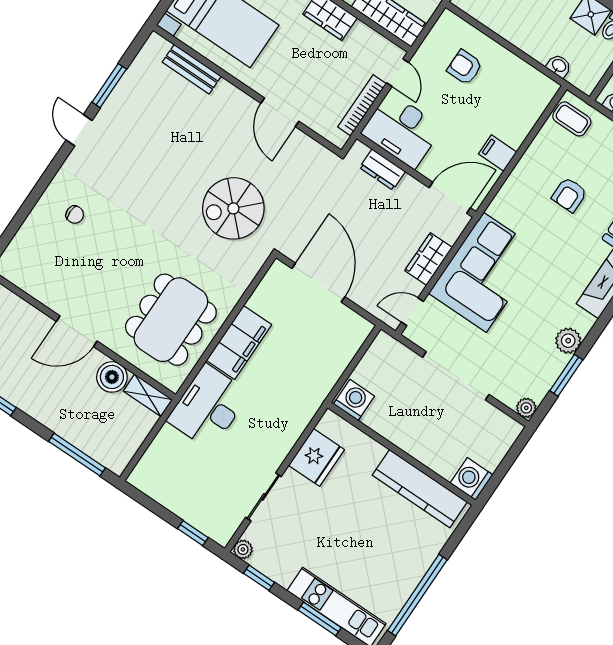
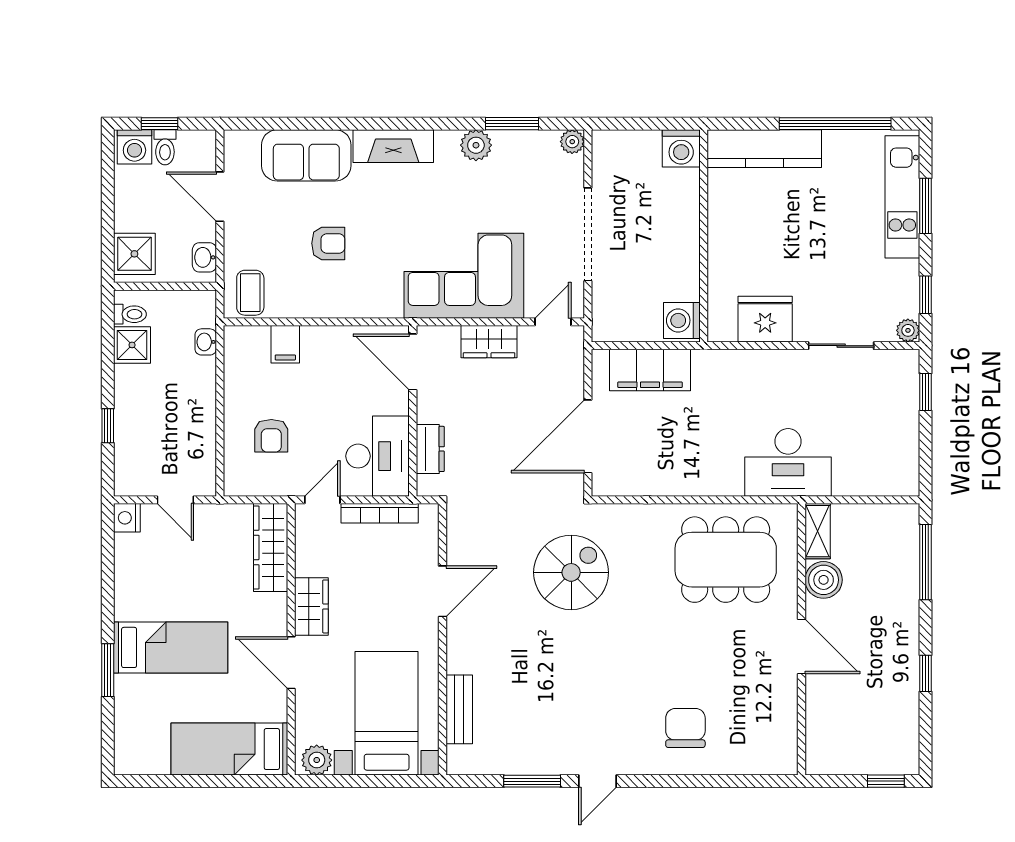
filing cabinet: (498, 153) -> (285, 344), moved
spiral stairs: (233, 208) -> (571, 572), turned -90
chair: (75, 215) -> (685, 728), width x1.87, depth x1.87
door: (412, 312) -> (553, 322), swing flipped
filing cabinet: (239, 342) -> (650, 370), moved, turned 180
kitchen counter: (420, 489) -> (764, 149), moved, turned 90

